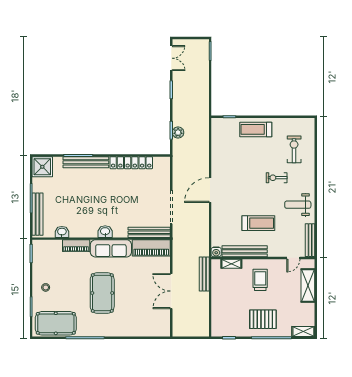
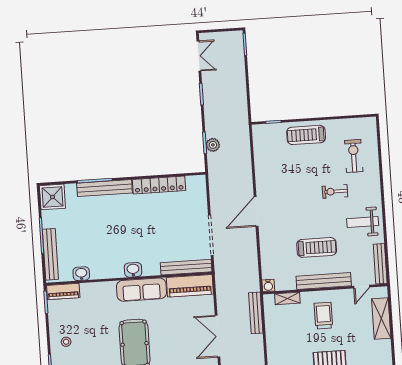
piano: (76, 246) -> (63, 292), moved
bench: (245, 251) -> (324, 281), moved

